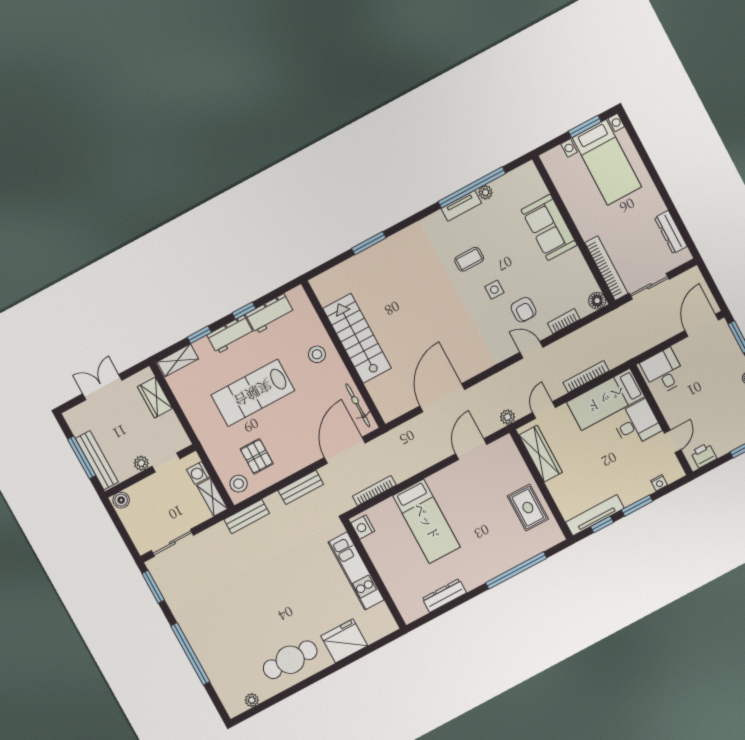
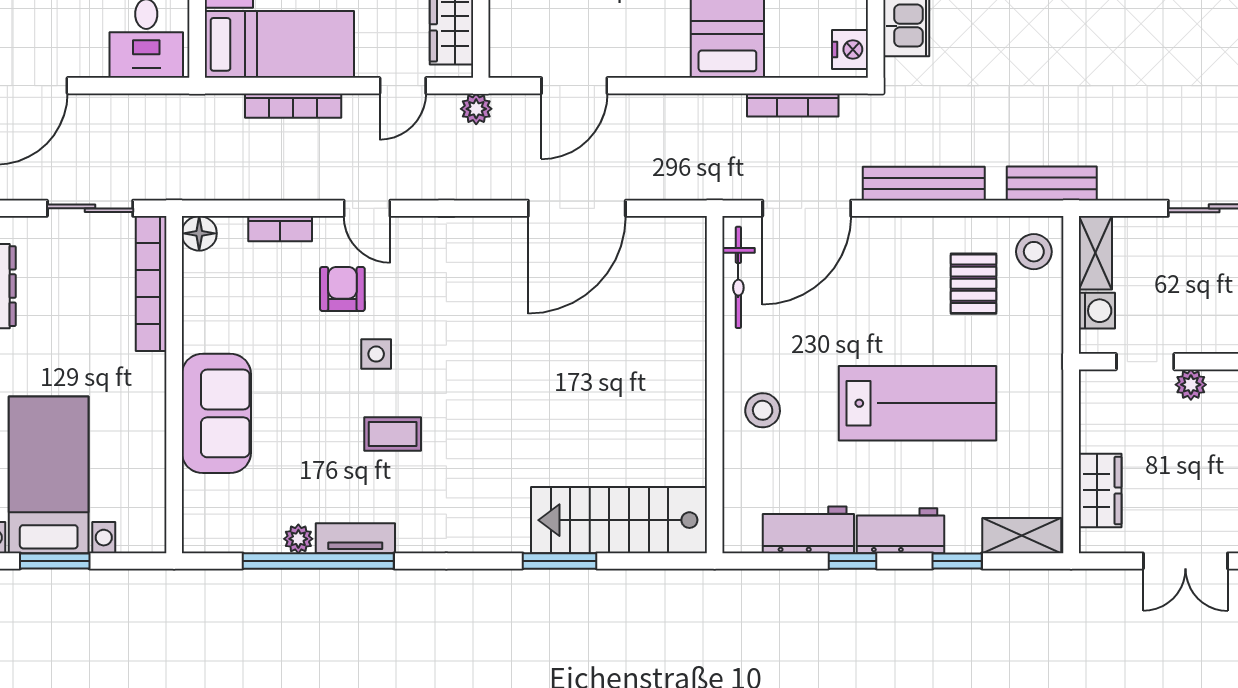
stairs: (357, 338) -> (619, 520), moved, turned 90
bench: (301, 487) -> (924, 184), width x1.36

